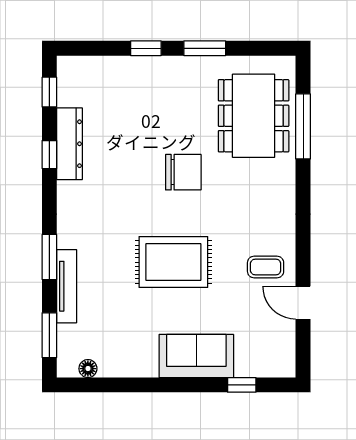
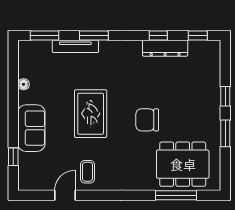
chair: (183, 172) -> (147, 120), turned 90
floor lamp: (88, 369) -> (24, 84), moved

